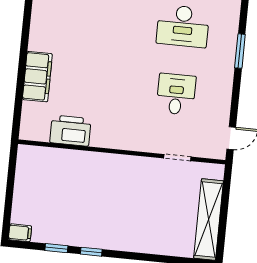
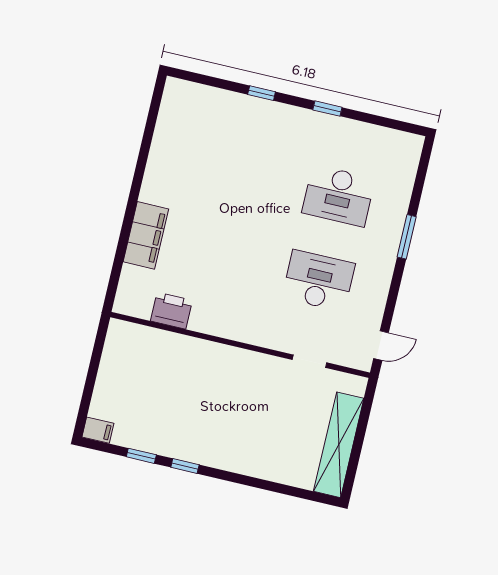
desk: (176, 94) -> (319, 281), width x1.37
printer: (70, 131) -> (171, 311), width x0.73, depth x0.84

